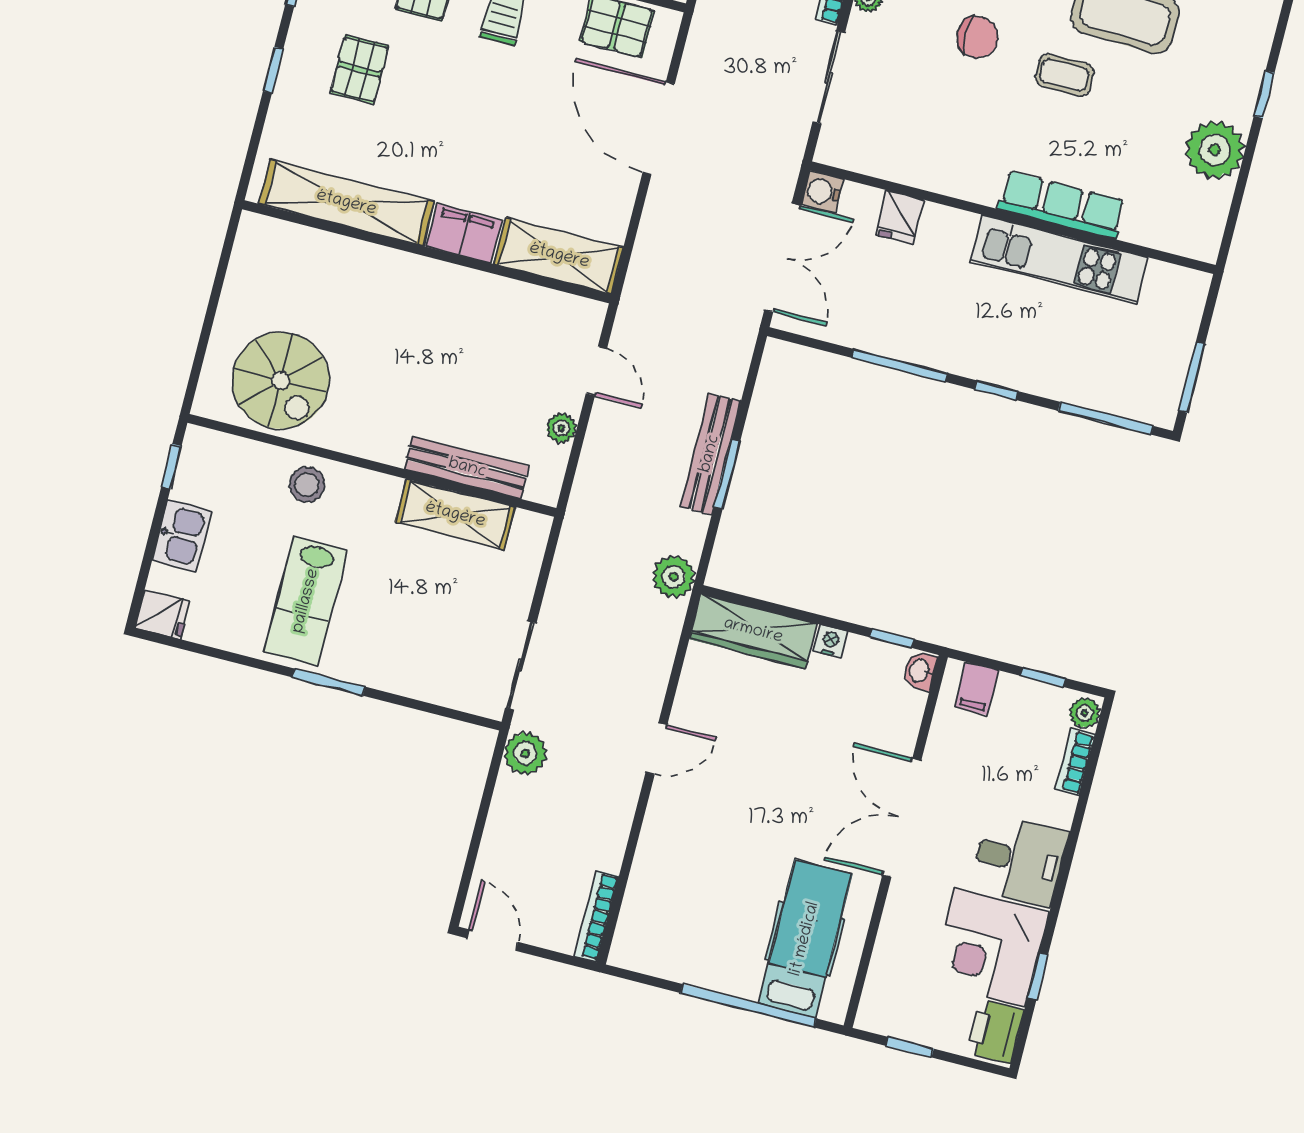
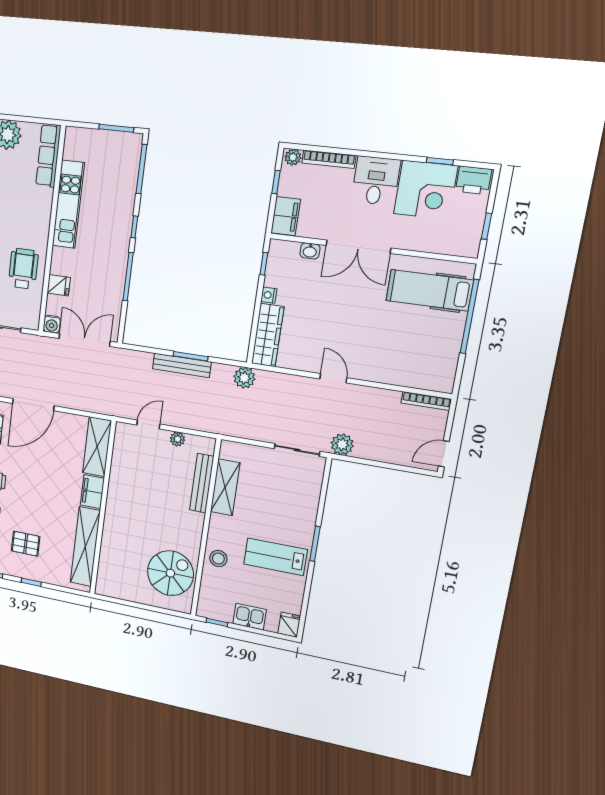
wheelchair: (943, 146) -> (23, 269), added
row of seats: (1062, 205) -> (48, 155), moved
lab bench: (306, 601) -> (275, 557), turned 180
washbasin: (920, 671) -> (310, 251), moved
filing cabinet: (977, 689) -> (286, 216), width x2.00
bookcase: (1075, 762) -> (329, 159), width x1.56

